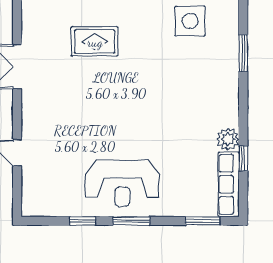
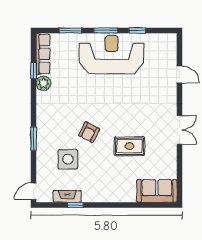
armchair: (157, 63) -> (89, 132), added
reception desk: (122, 183) -> (112, 55), width x1.36, depth x1.30
window: (202, 221) -> (70, 30), moved

